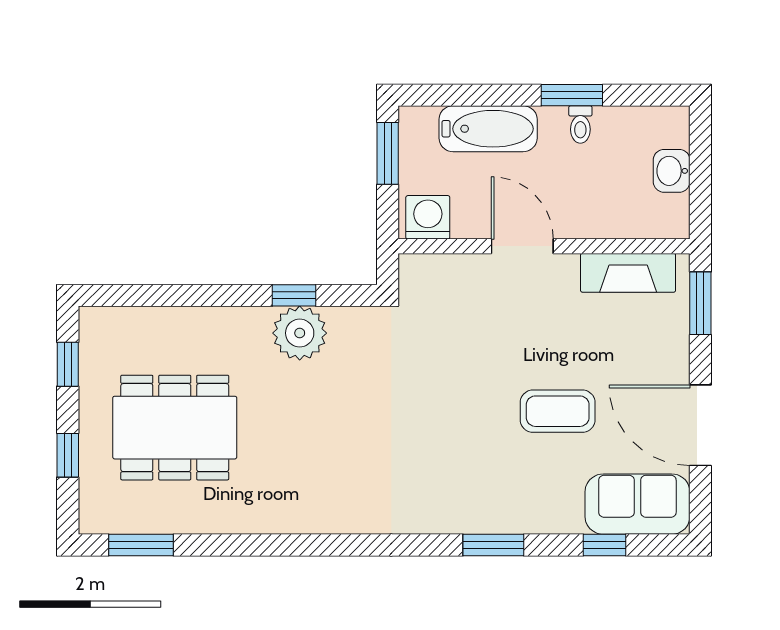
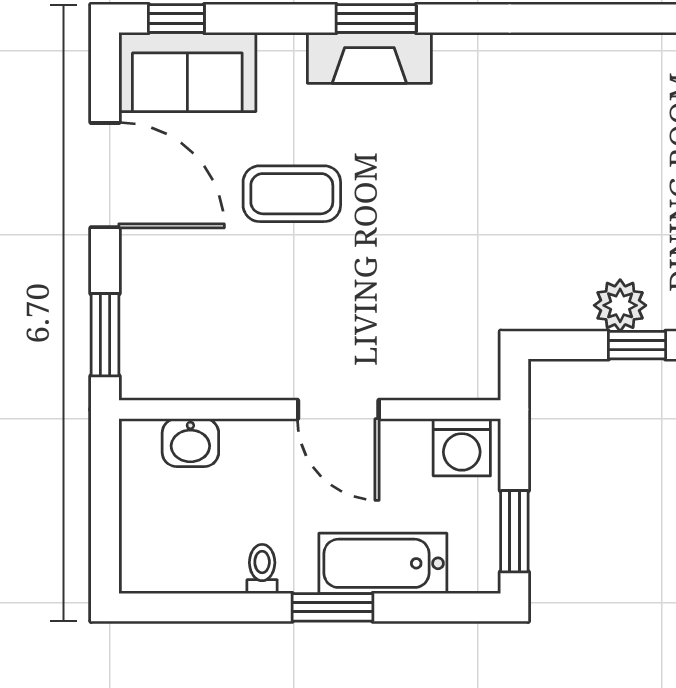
window: (572, 95) -> (332, 607), moved
washbasin: (672, 171) -> (190, 443), moved, turned 90
fireplace: (628, 273) -> (369, 58), moved, turned 180
plant: (300, 333) -> (620, 305), width x0.73, depth x0.73
window: (604, 545) -> (176, 18), moved

